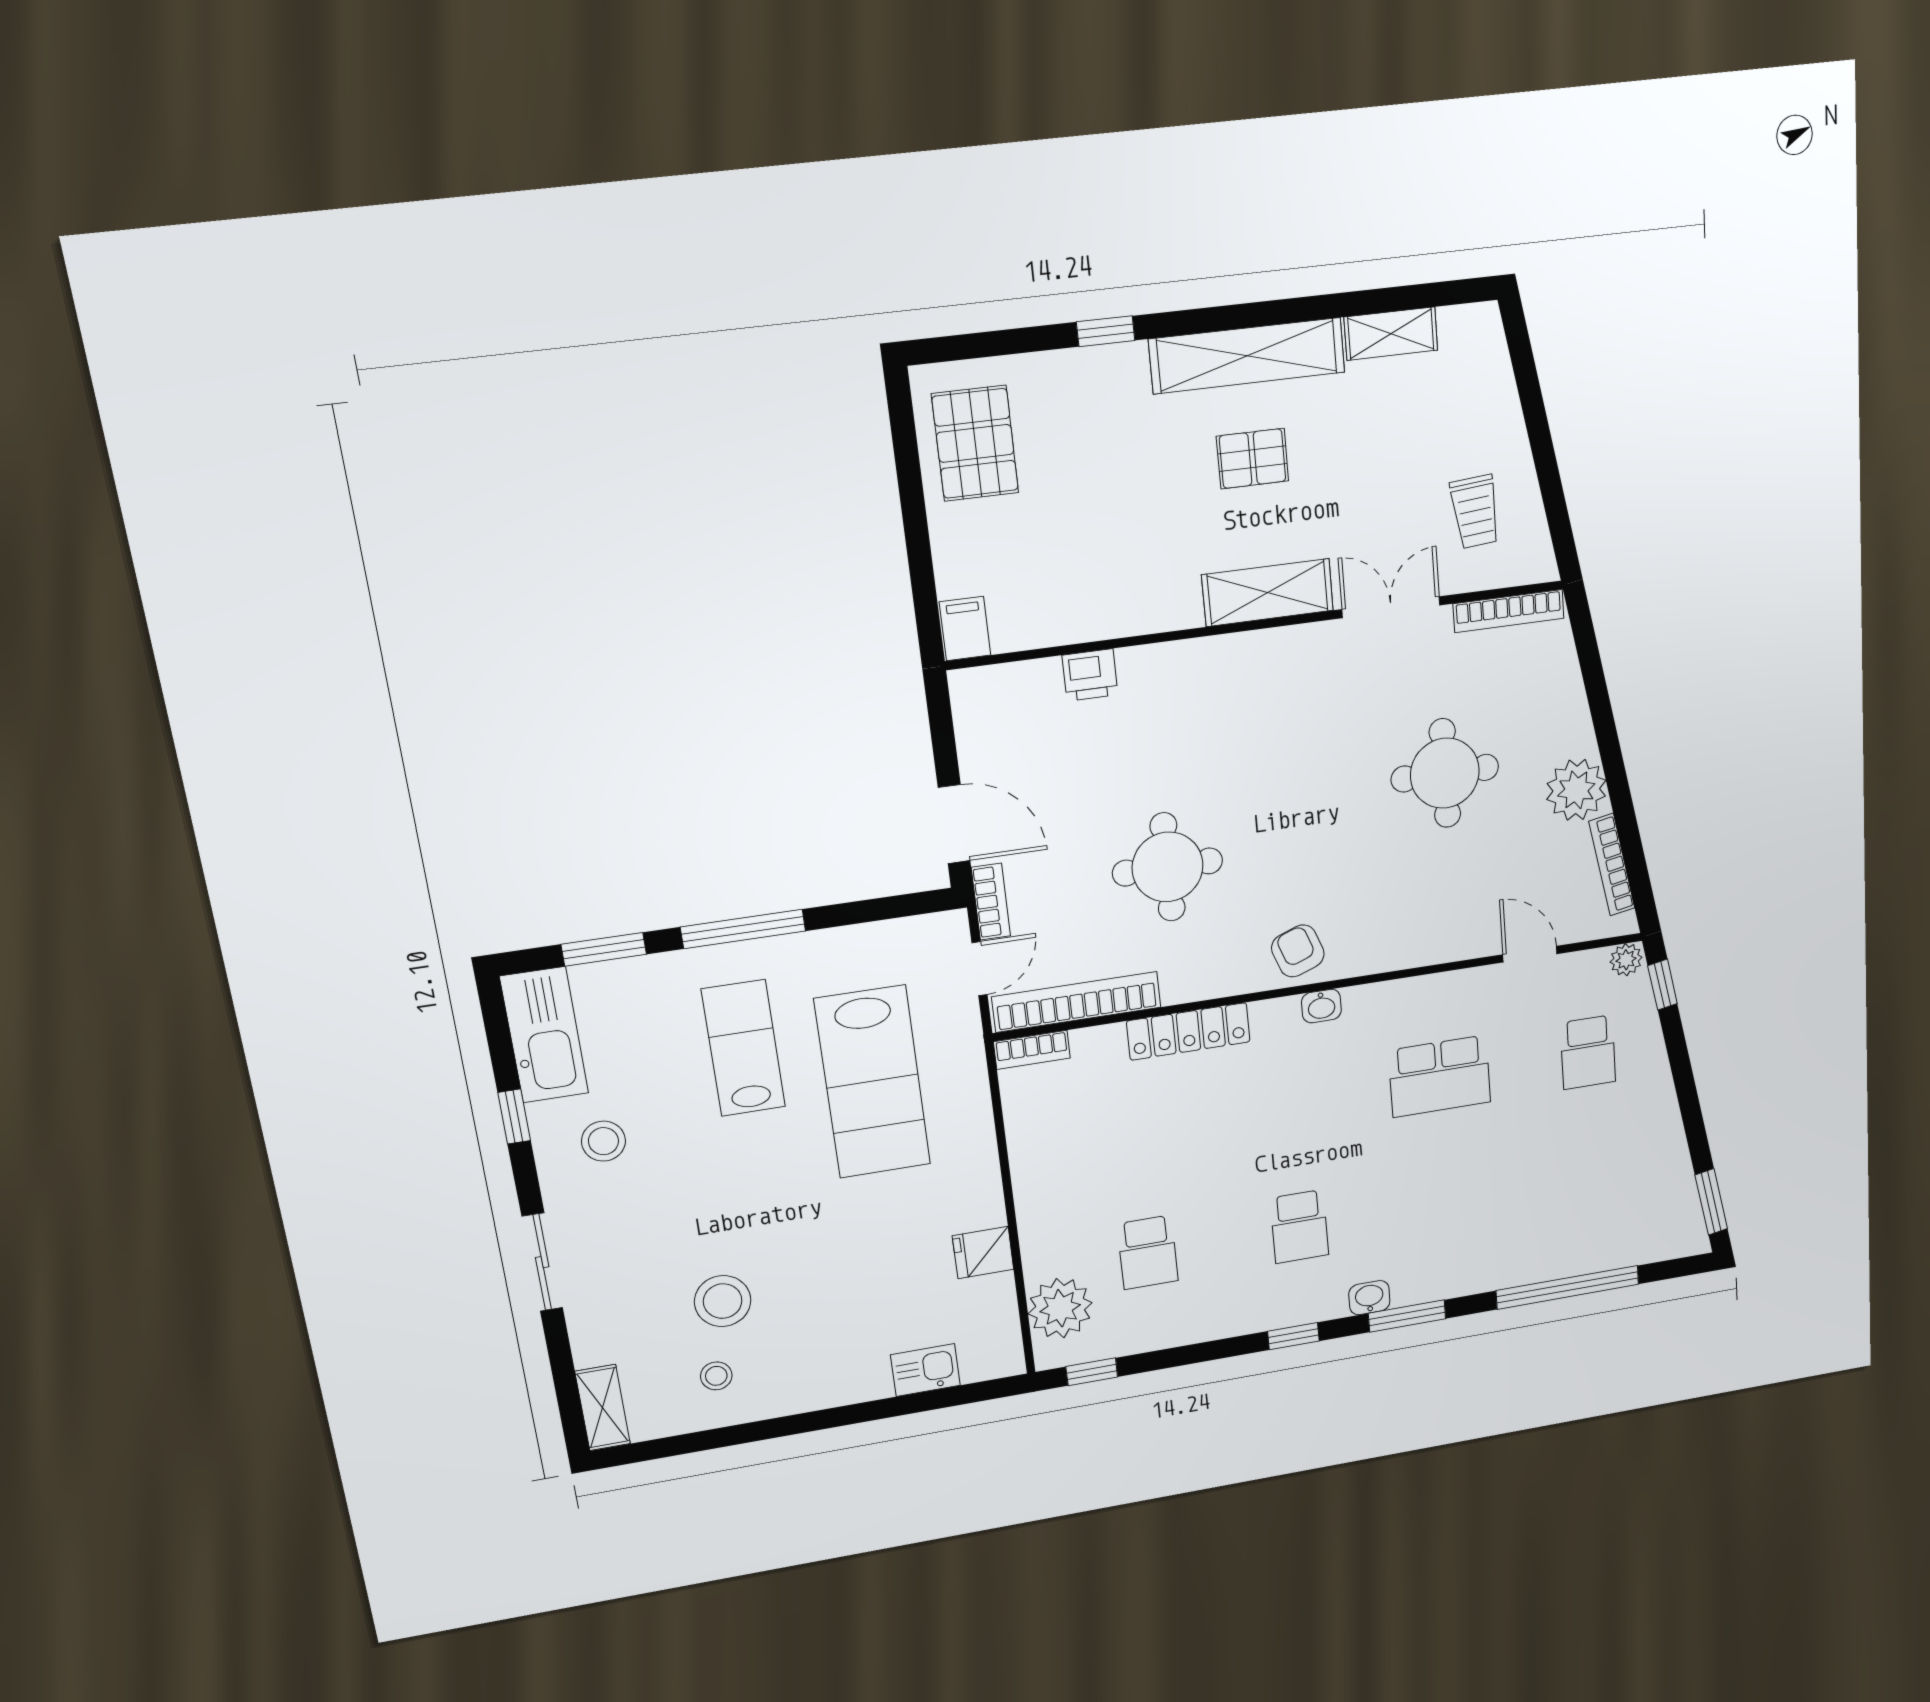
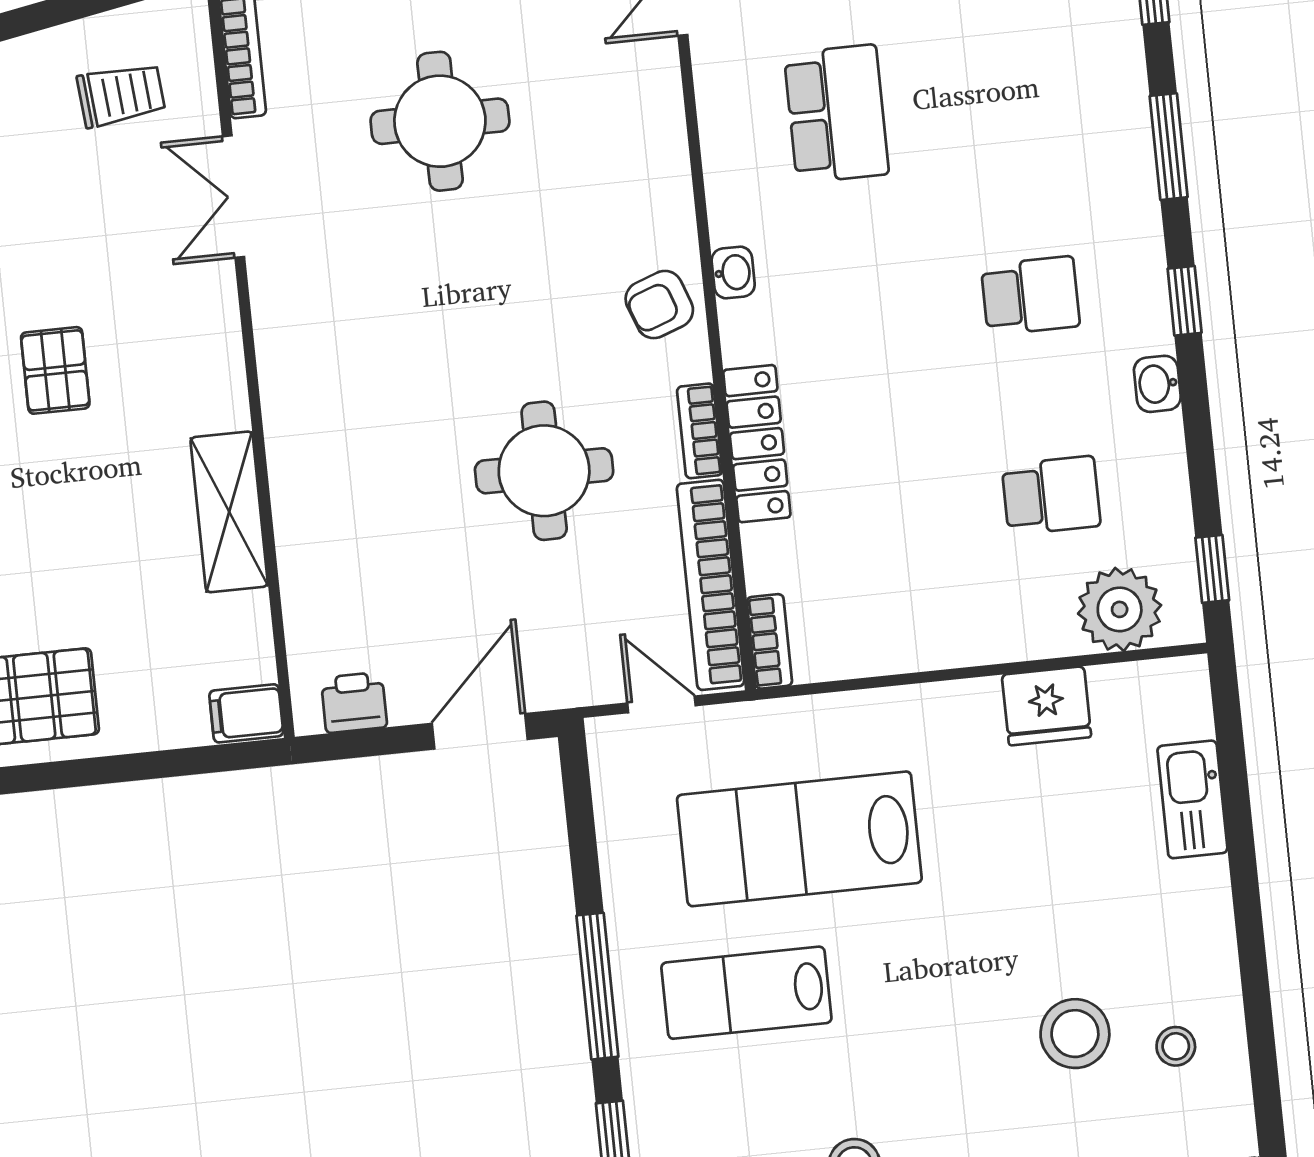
shelving: (1268, 593) -> (229, 512), moved
printer: (1090, 675) -> (354, 703), moved, turned -90
bookcase: (991, 902) -> (700, 431), moved, turned -90
lab bench: (873, 1082) -> (799, 839), turned 180
fridge: (983, 1253) -> (1047, 706), width x1.38
washbasin: (1369, 1298) -> (1157, 384), moved
kitchen sink: (925, 1370) -> (1192, 799), width x1.38

